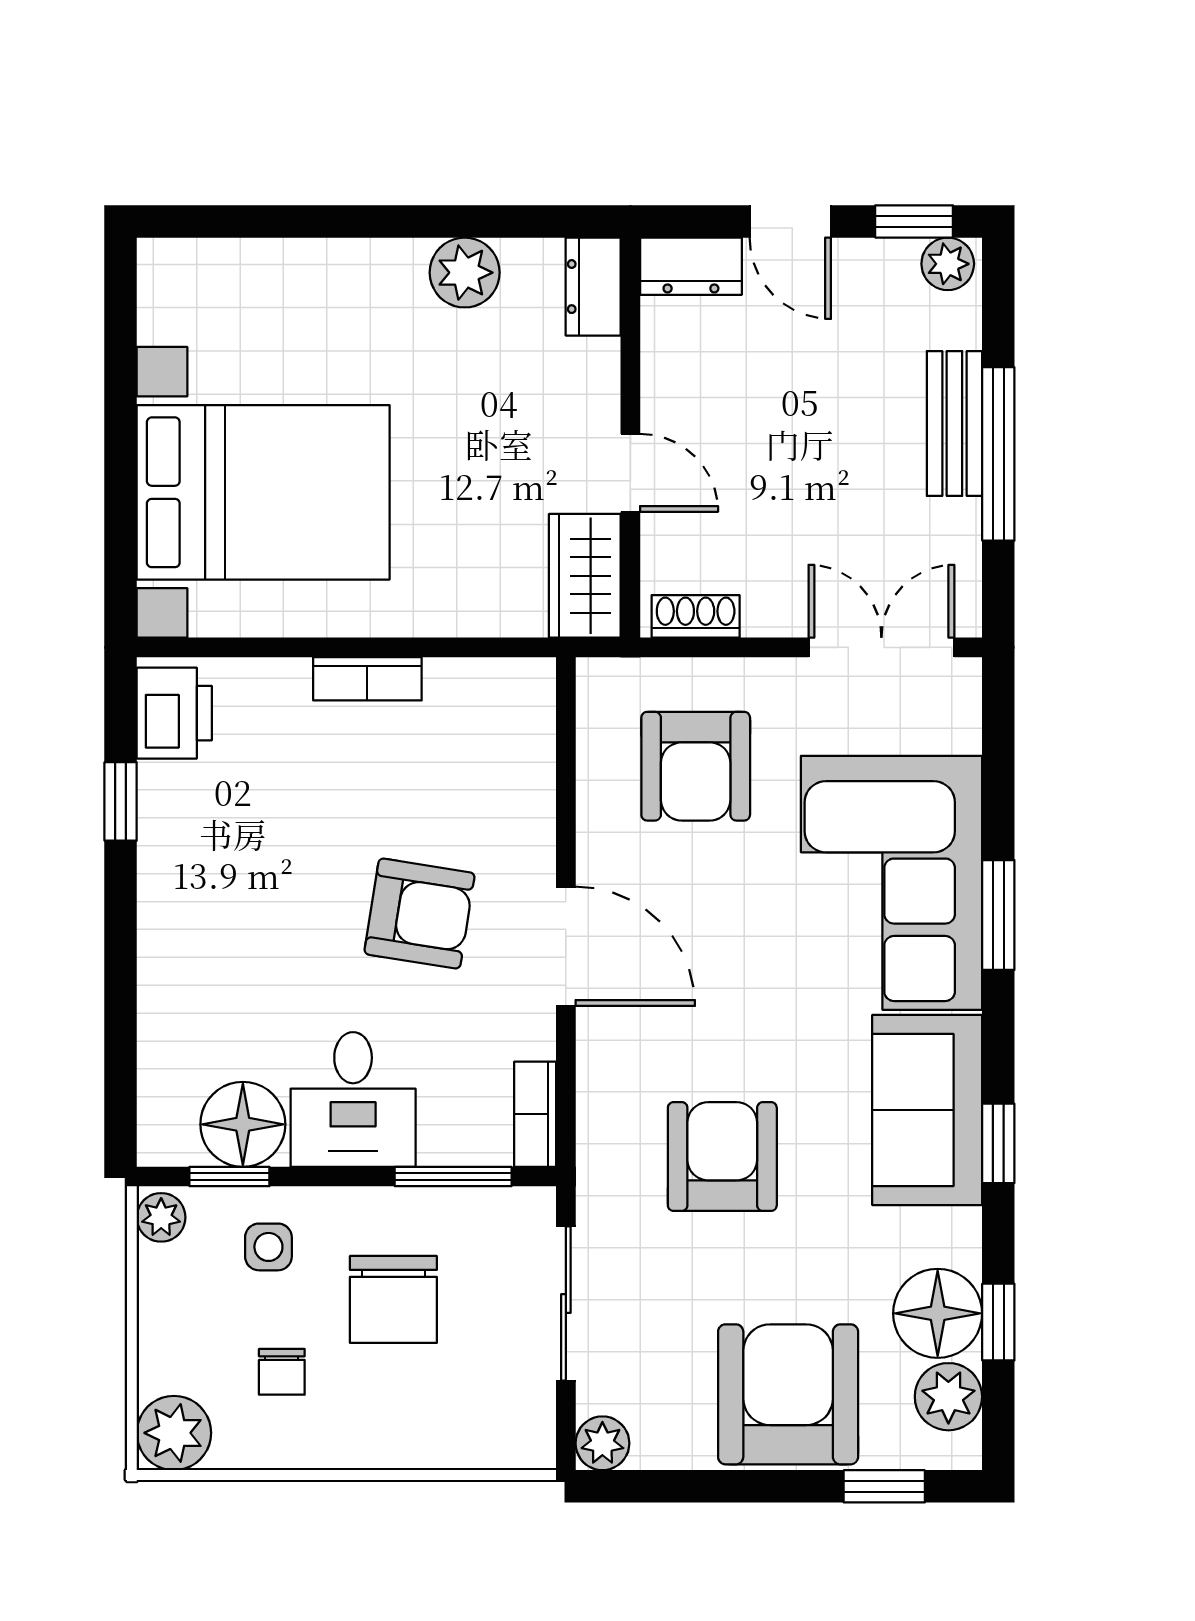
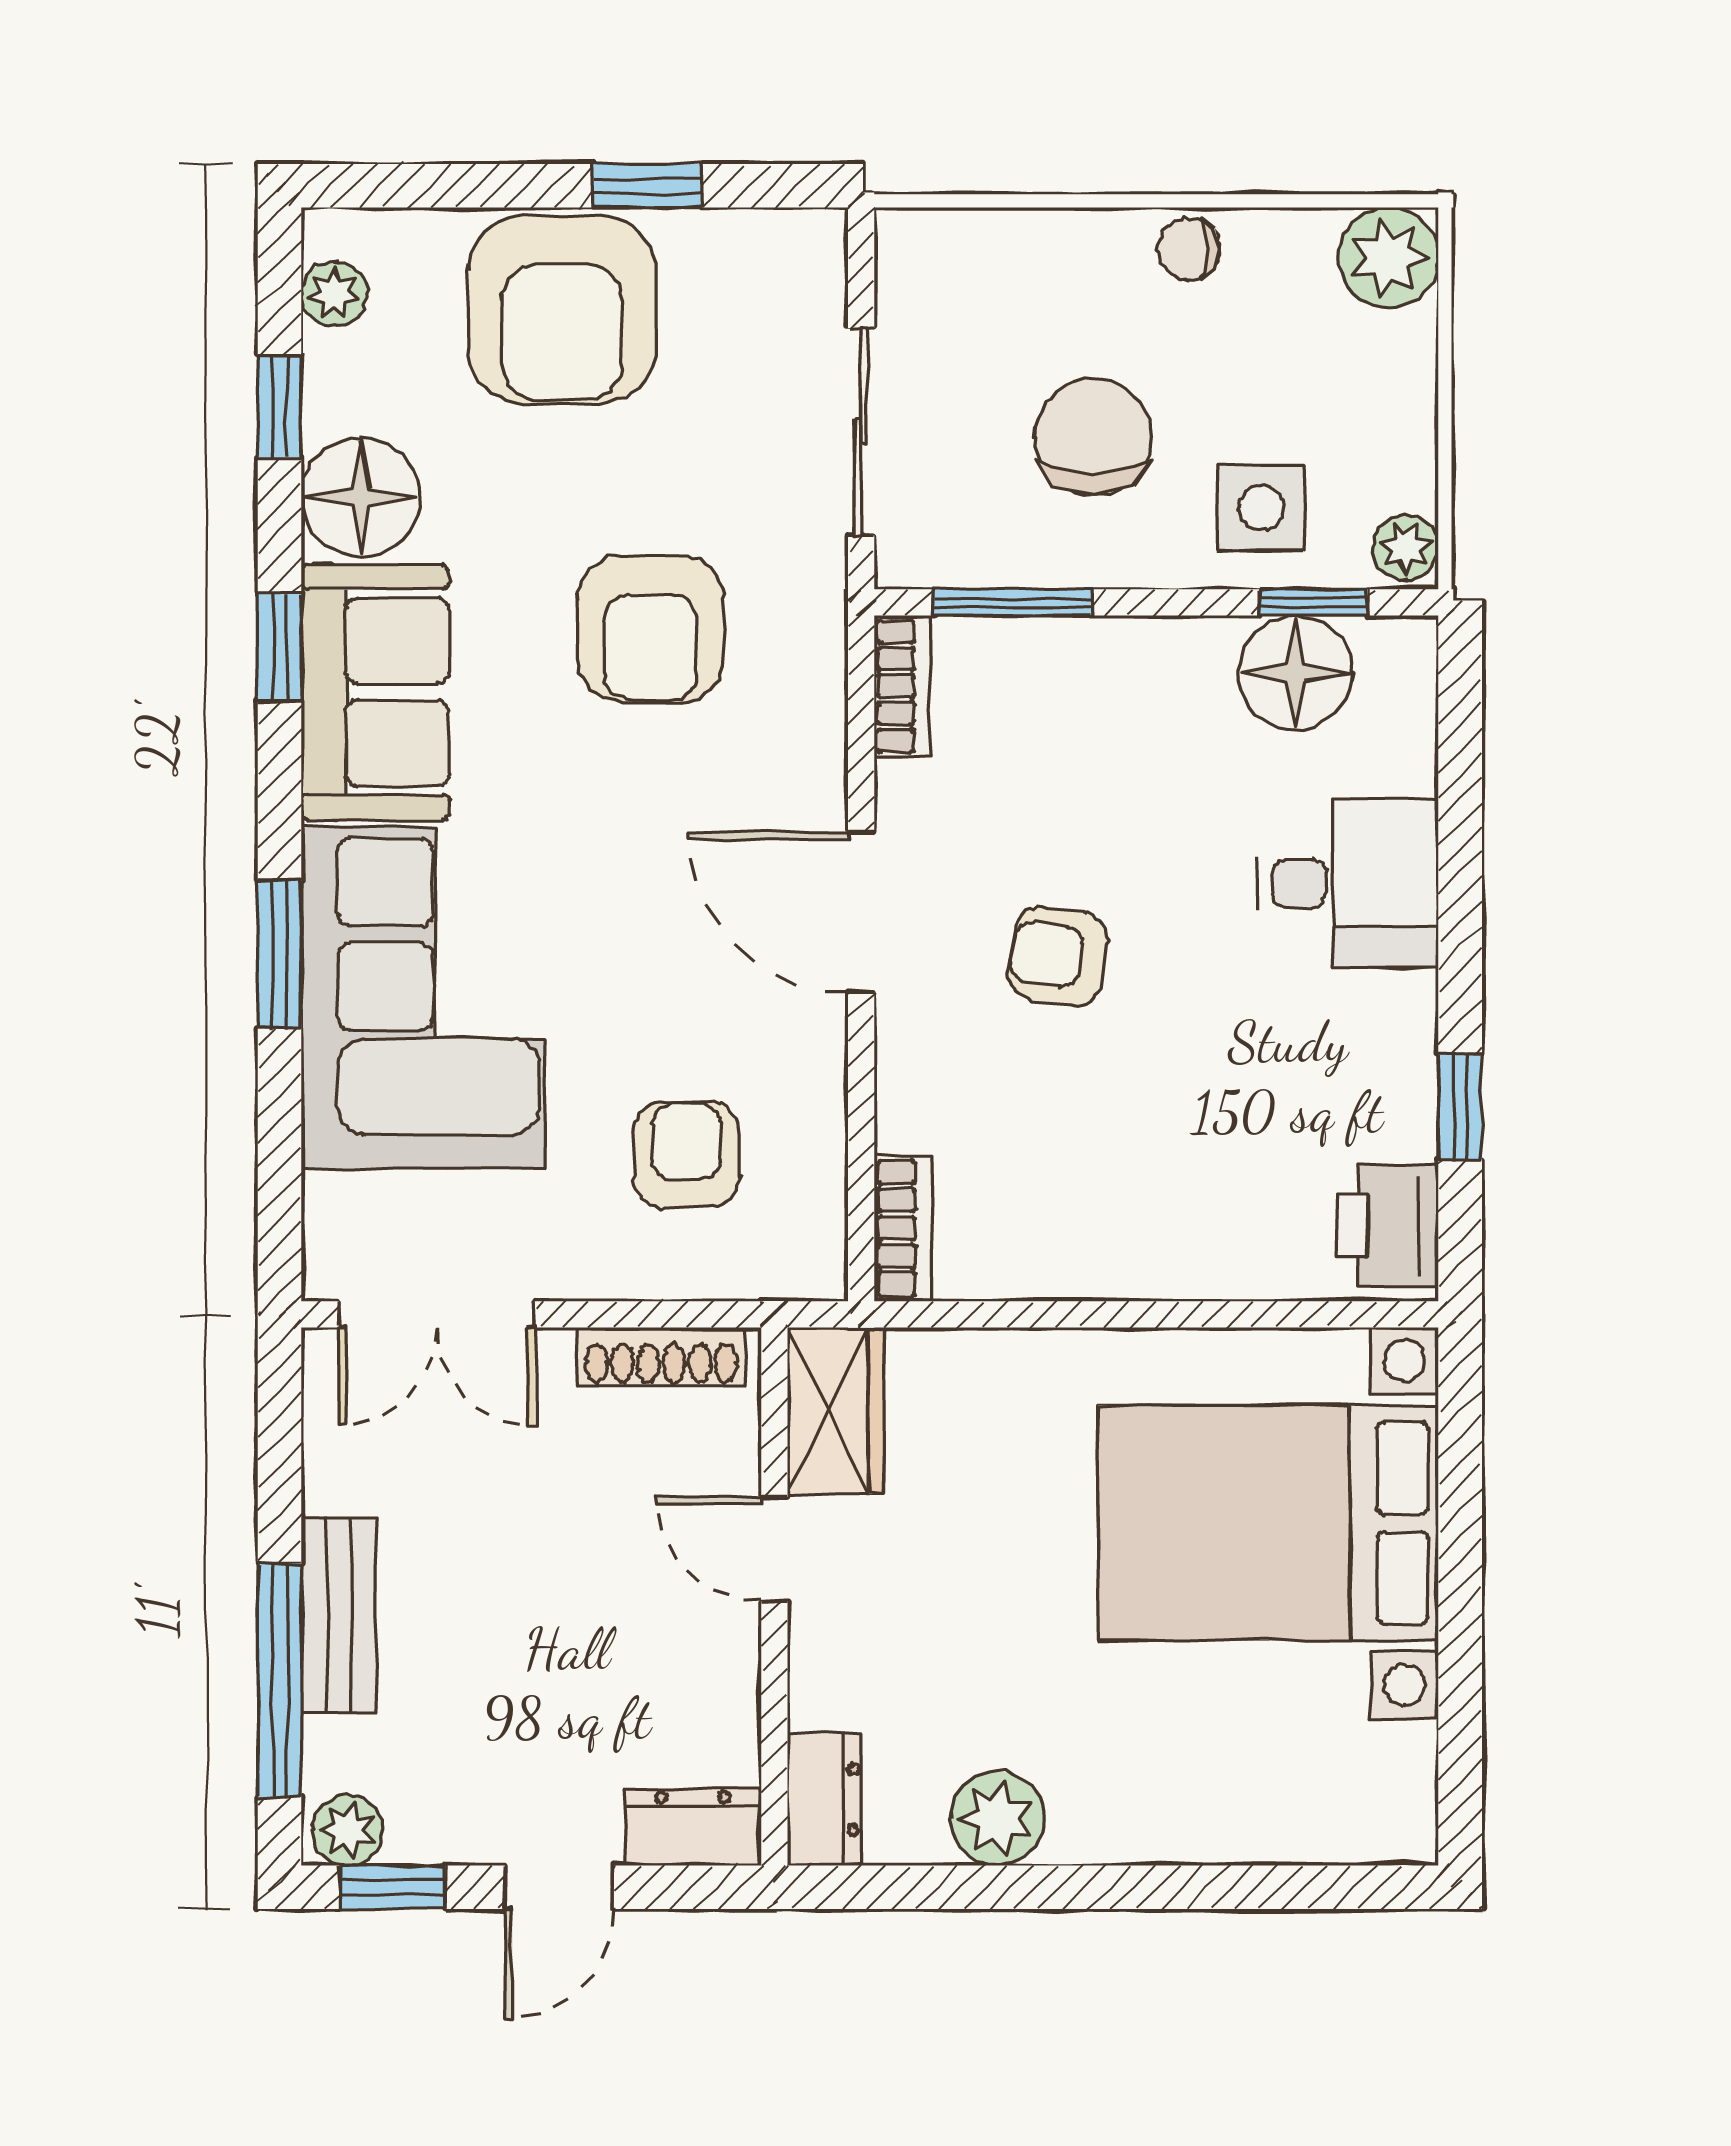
door: (790, 221) -> (559, 1887), swing flipped
window: (998, 454) -> (279, 1680), moved
shoe rack: (696, 616) -> (661, 1356), width x1.43
bookcase: (367, 679) -> (903, 1228), moved, turned 90
armchair: (696, 766) -> (687, 1154), width x0.72, depth x0.72
armchair: (419, 914) -> (1058, 956), width x0.72, depth x0.72
desk: (353, 1099) -> (1348, 883), moved, turned 90
side table: (268, 1247) -> (1261, 508), width x1.37, depth x1.37
floor lamp: (938, 1313) -> (361, 497), moved
chair: (282, 1372) -> (1189, 249), moved, turned -90
plant: (948, 1397) -> (334, 294), width x0.73, depth x0.73
plant: (602, 1443) -> (812, 244), removed
window: (884, 1486) -> (648, 186), moved

